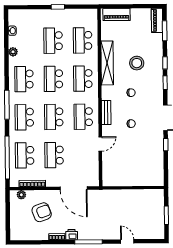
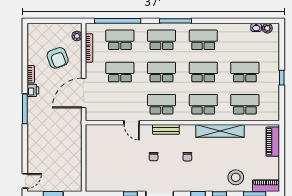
plant: (13, 52) -> (267, 28), moved
stool: (137, 63) -> (236, 177), moved
door: (127, 241) -> (25, 181), moved

